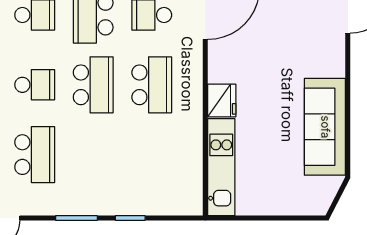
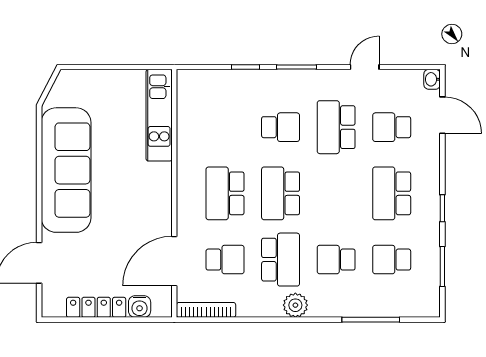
school desk: (35, 85) -> (281, 127), moved, turned 180
fridge: (222, 100) -> (159, 179), removed
sofa: (325, 127) -> (66, 170), width x1.36, depth x1.27

